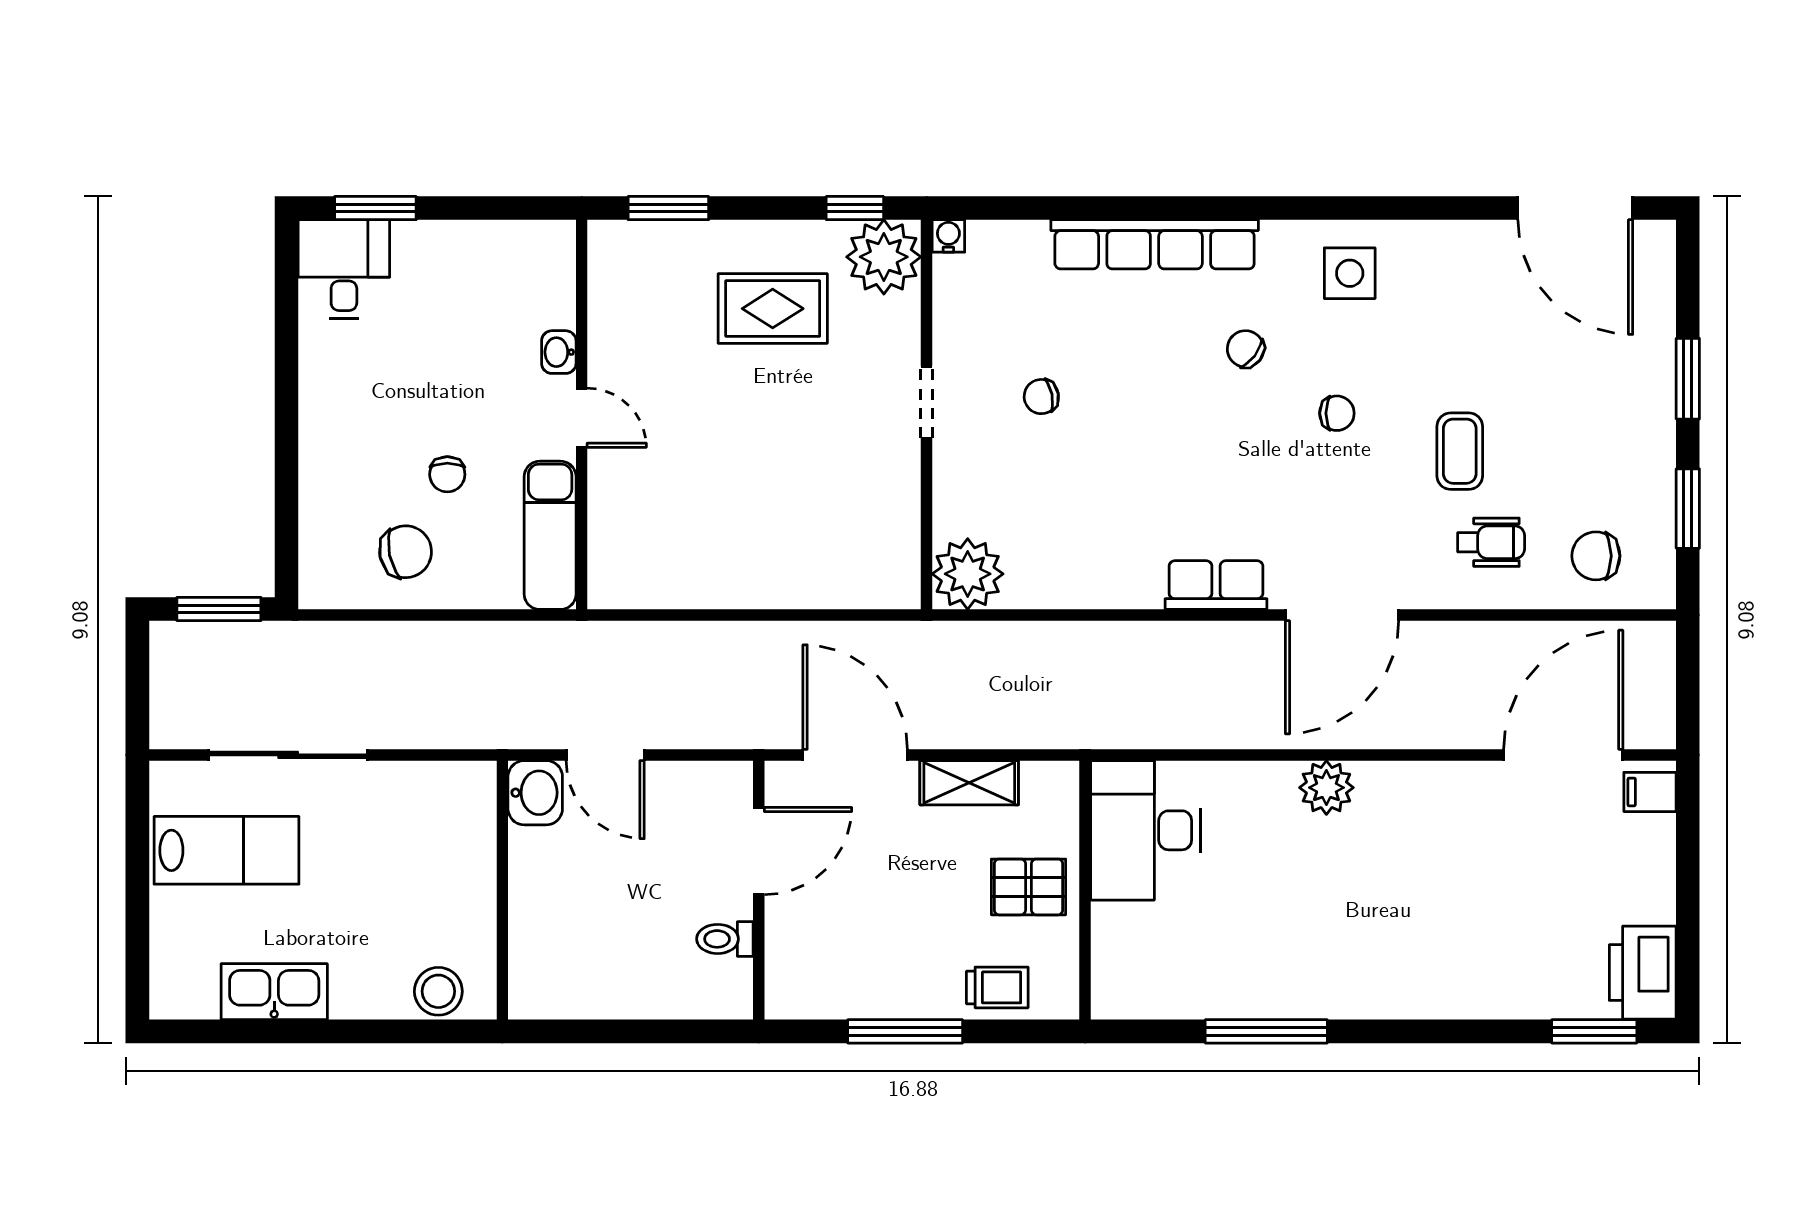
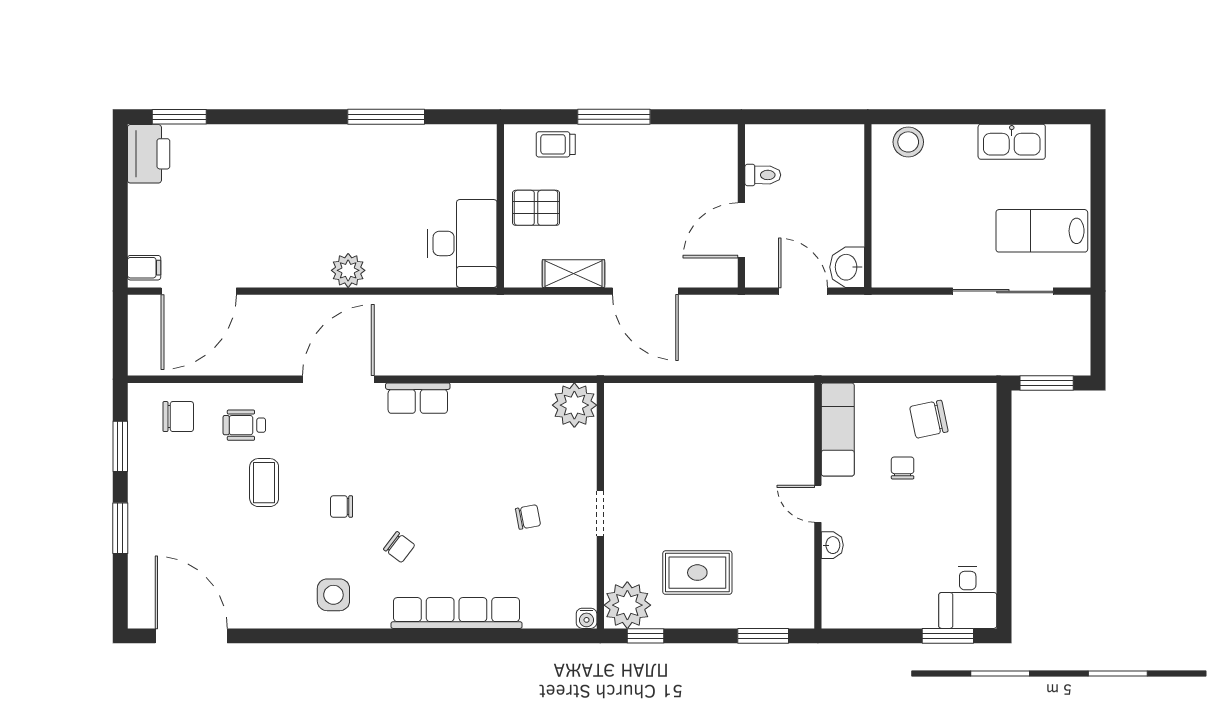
door: (759, 851) -> (741, 230), moved
wall: (759, 890) -> (741, 206), moved
toilet: (725, 939) -> (763, 175), moved

